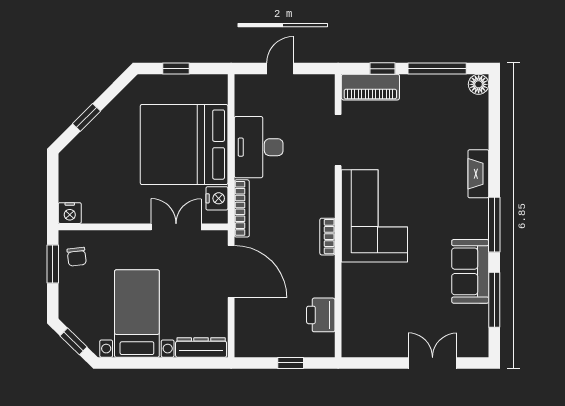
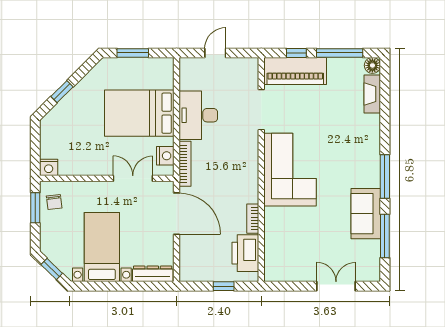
window: (176, 69) -> (133, 53), width x1.50
piano: (370, 87) -> (295, 71), width x1.37, depth x1.33
bed: (184, 145) -> (139, 113), width x0.73
fireplace: (478, 174) -> (372, 94), moved
bookcase: (327, 237) -> (253, 219), moved
printer: (321, 315) -> (245, 253), width x1.37, depth x1.19

